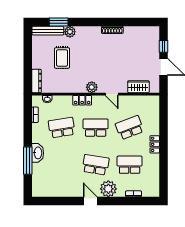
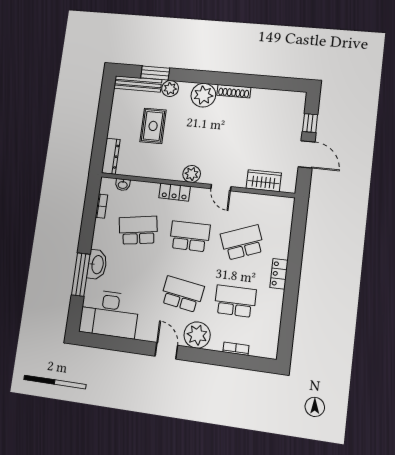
plant: (93, 34) -> (203, 95), added
desk: (50, 183) -> (109, 314), added

